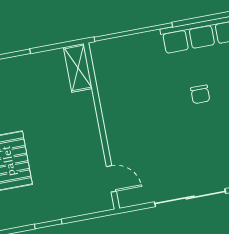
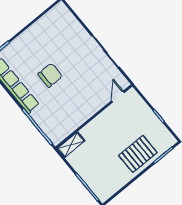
chair: (200, 94) -> (50, 75), width x1.87, depth x1.87

